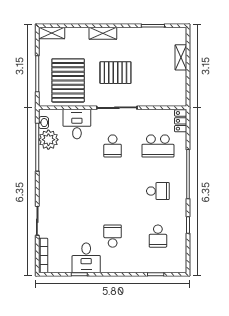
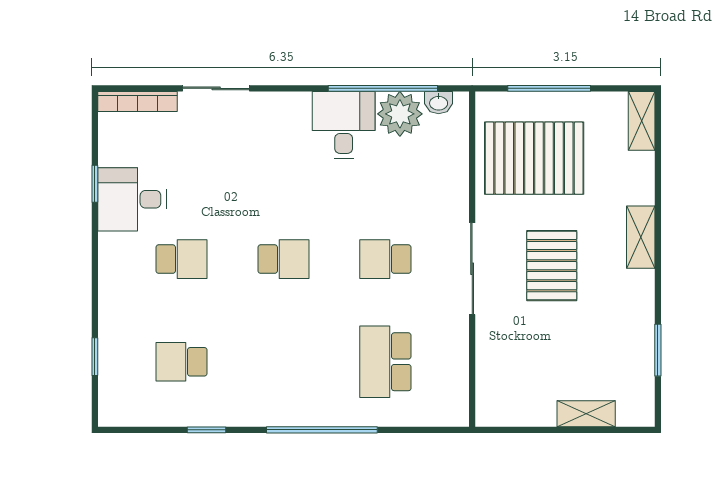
locker: (181, 121) -> (443, 413), removed
desk: (77, 124) -> (344, 125), moved, turned -90
school desk: (158, 191) -> (283, 259), moved, turned -90

